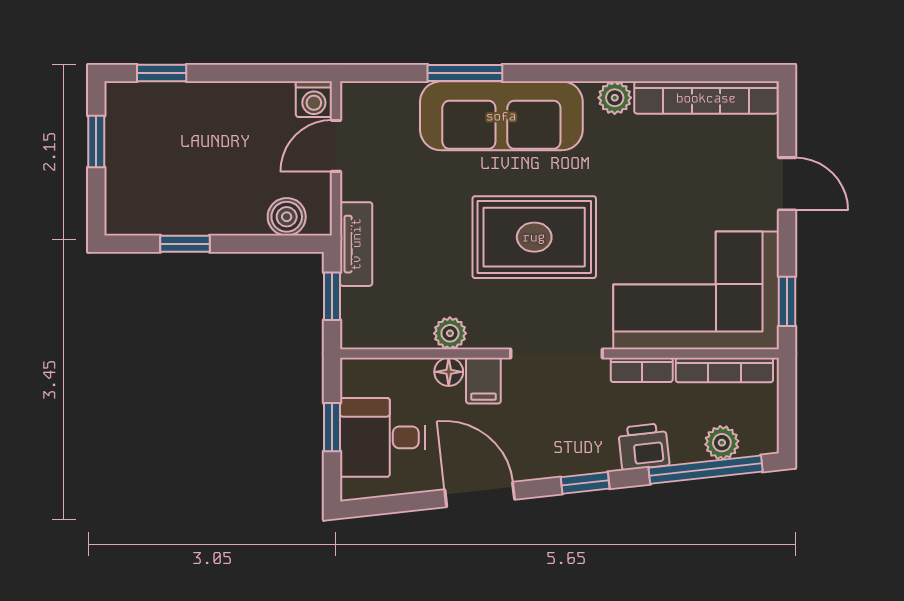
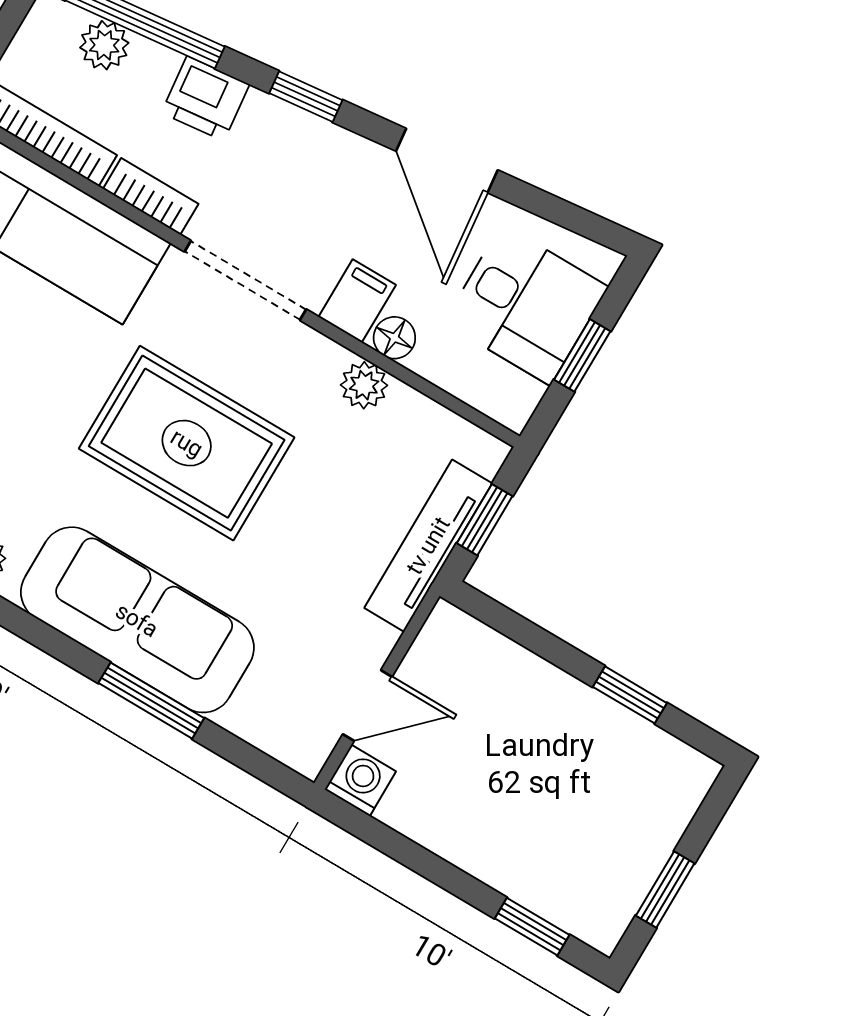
boiler: (287, 217) -> (482, 653), removed
tv unit: (356, 244) -> (428, 546), width x1.41

